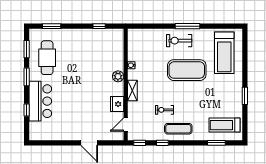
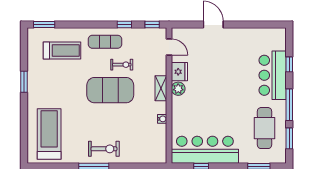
bar counter: (96, 40) -> (205, 150), added
exercise mat: (187, 70) -> (110, 90), moved
plant: (118, 76) -> (178, 89), moved
window: (27, 77) -> (289, 105), width x1.44
door: (126, 124) -> (169, 47), hinge flipped
treadmill: (224, 125) -> (62, 51), moved
window: (216, 143) -> (44, 24), moved

